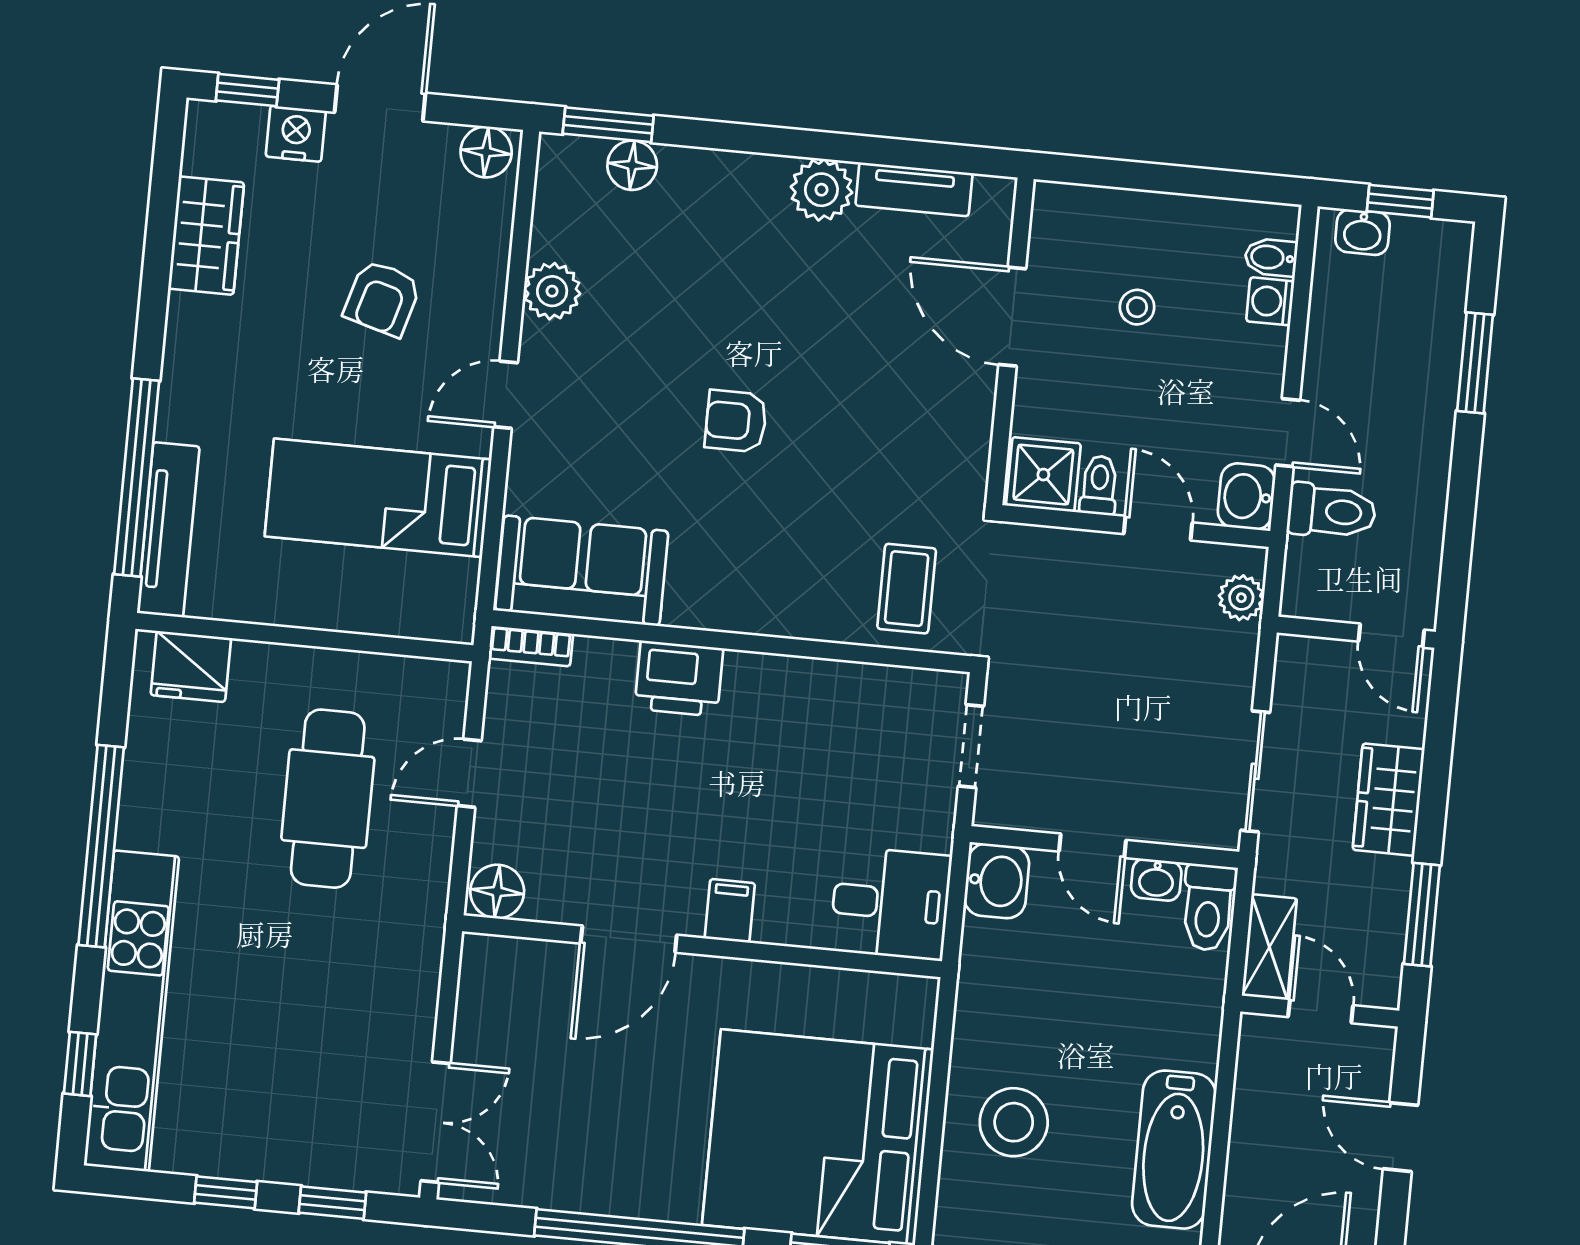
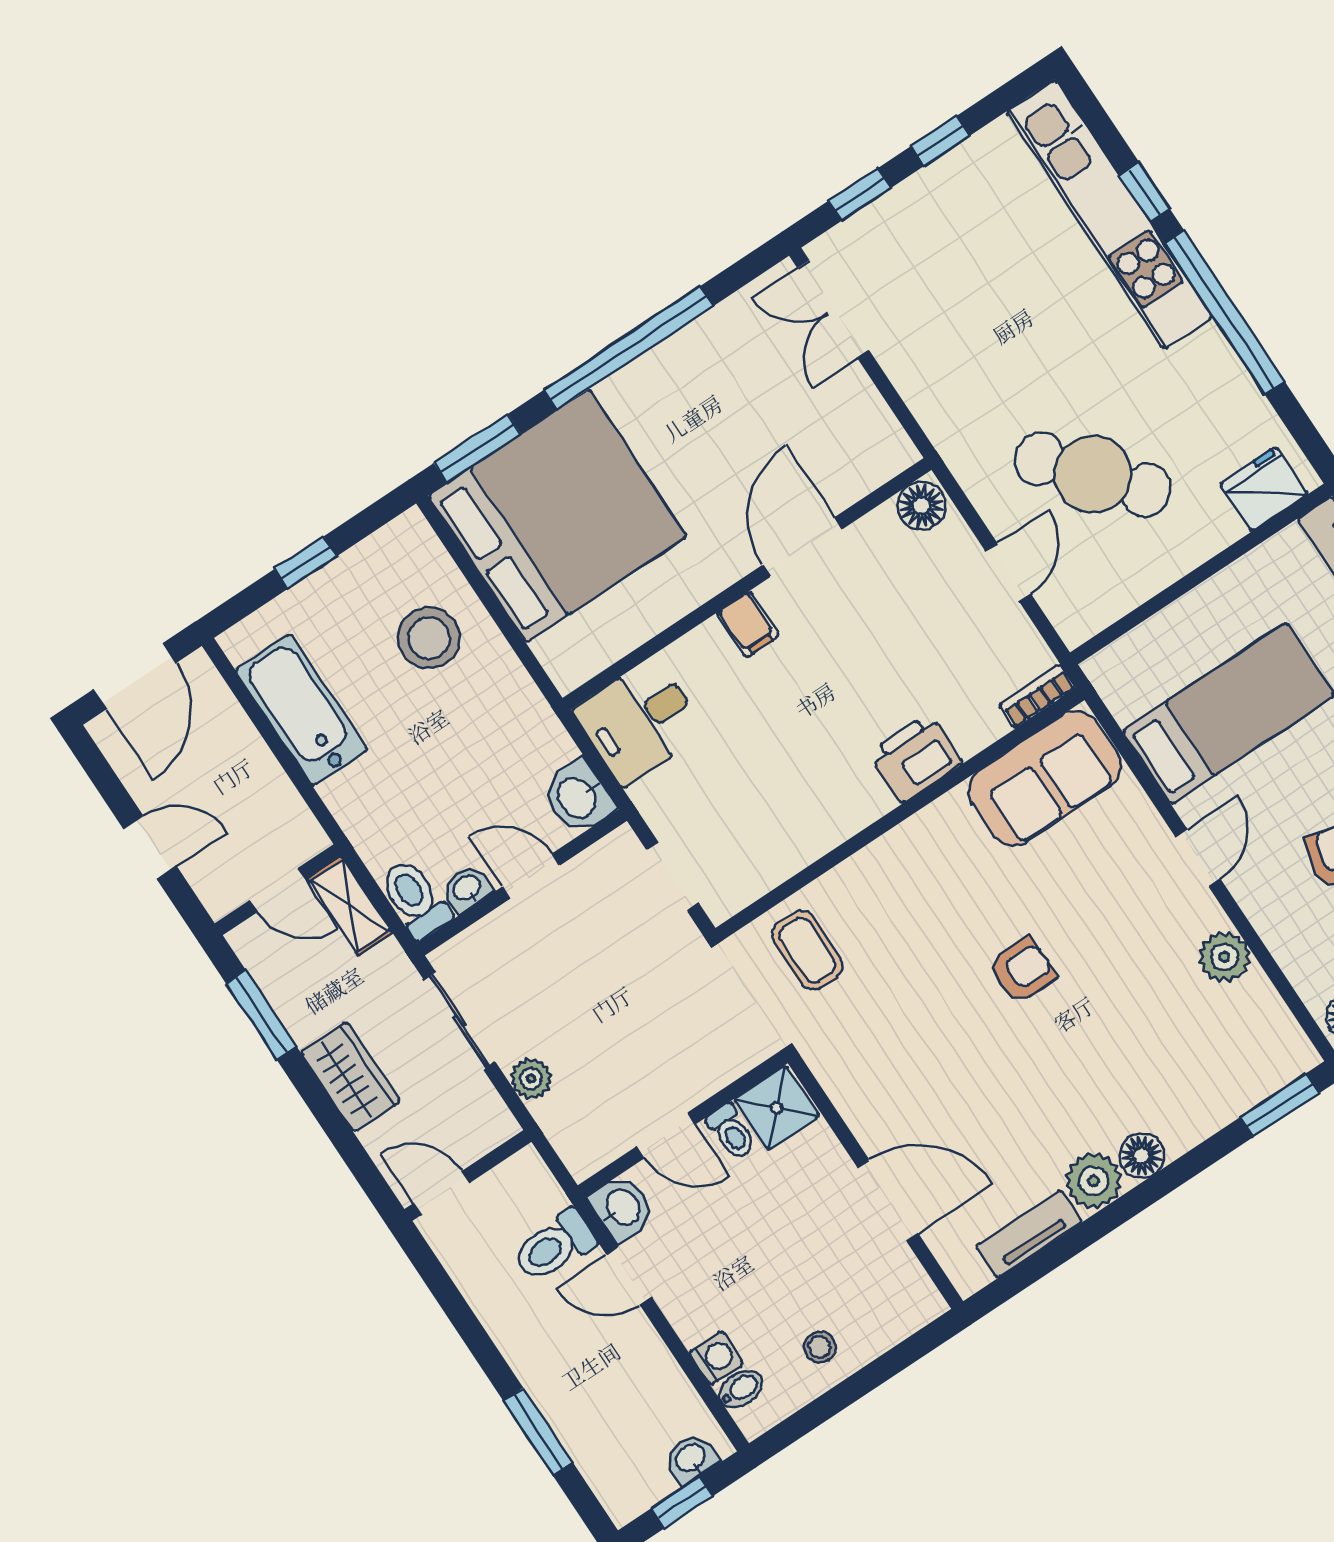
floor lamp: (632, 165) -> (1142, 1156), moved
stool: (1137, 307) -> (820, 1347), moved
plant: (1241, 598) -> (531, 1079), moved
cafe table: (328, 799) -> (1093, 474), turned -40
window: (80, 1064) -> (1145, 193), moved

